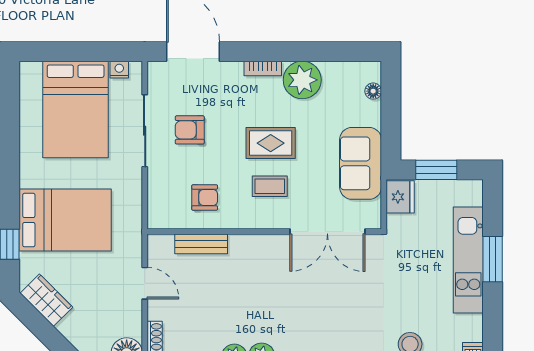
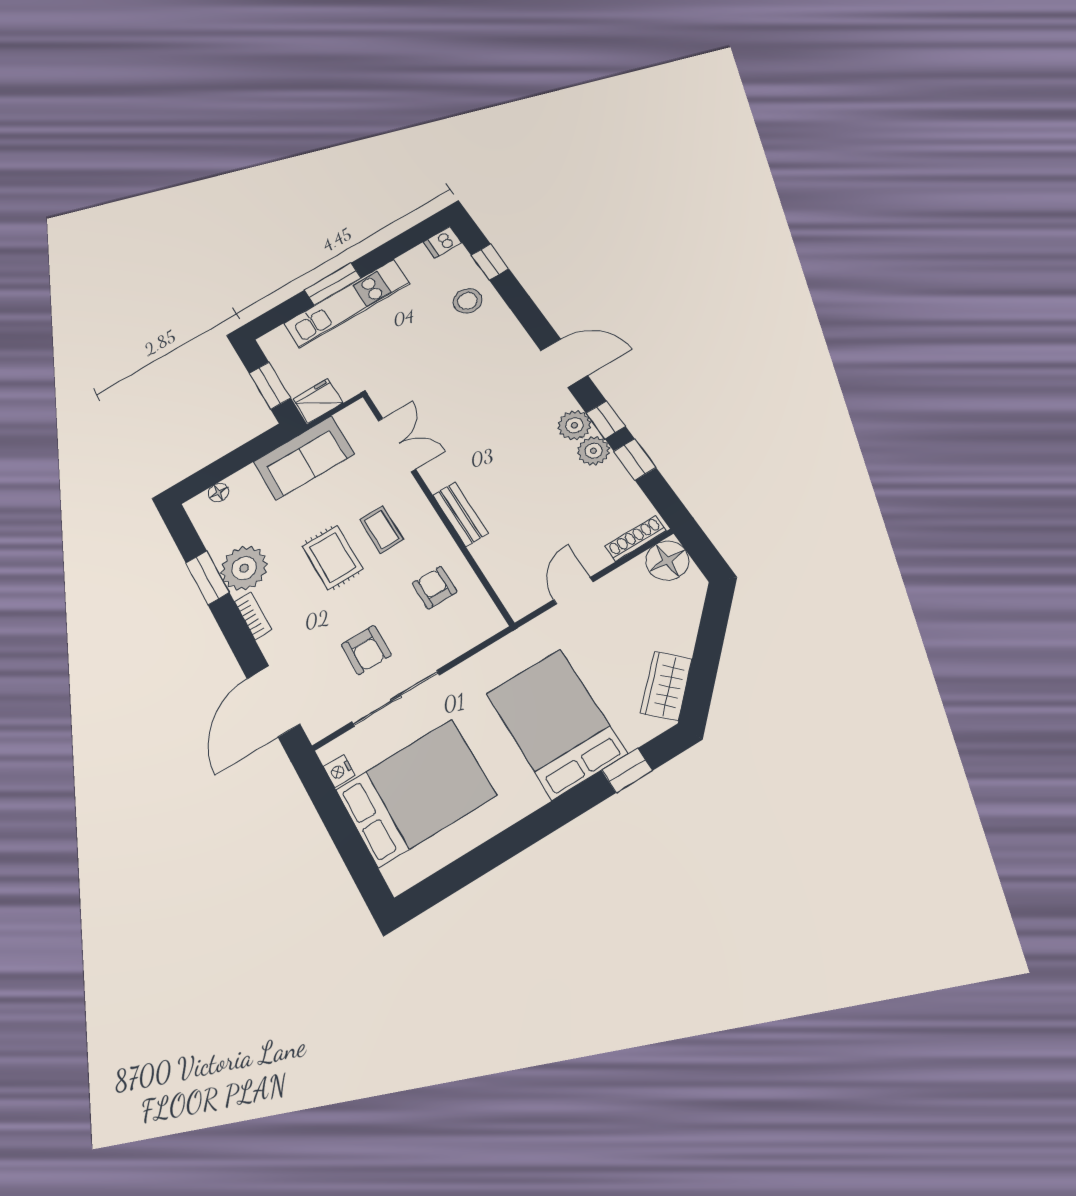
window: (312, 52) -> (207, 578), added
double door: (327, 232) -> (397, 445), width x0.73
bench: (201, 244) -> (460, 514), moved

